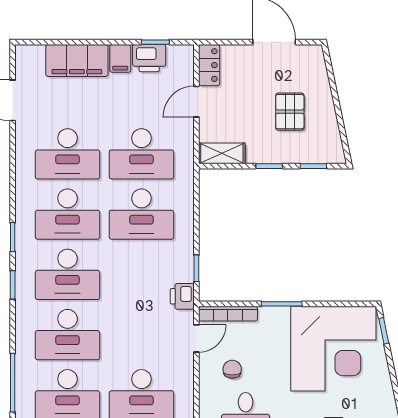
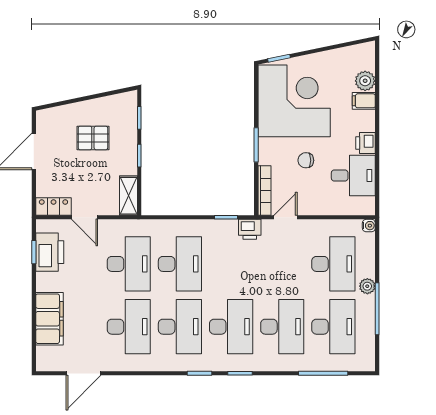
filing cabinet: (120, 58) -> (48, 282), removed
printer: (149, 58) -> (50, 252), width x1.37, depth x1.19
door: (196, 338) -> (286, 217), hinge flipped
chair: (232, 369) -> (306, 160), moved

